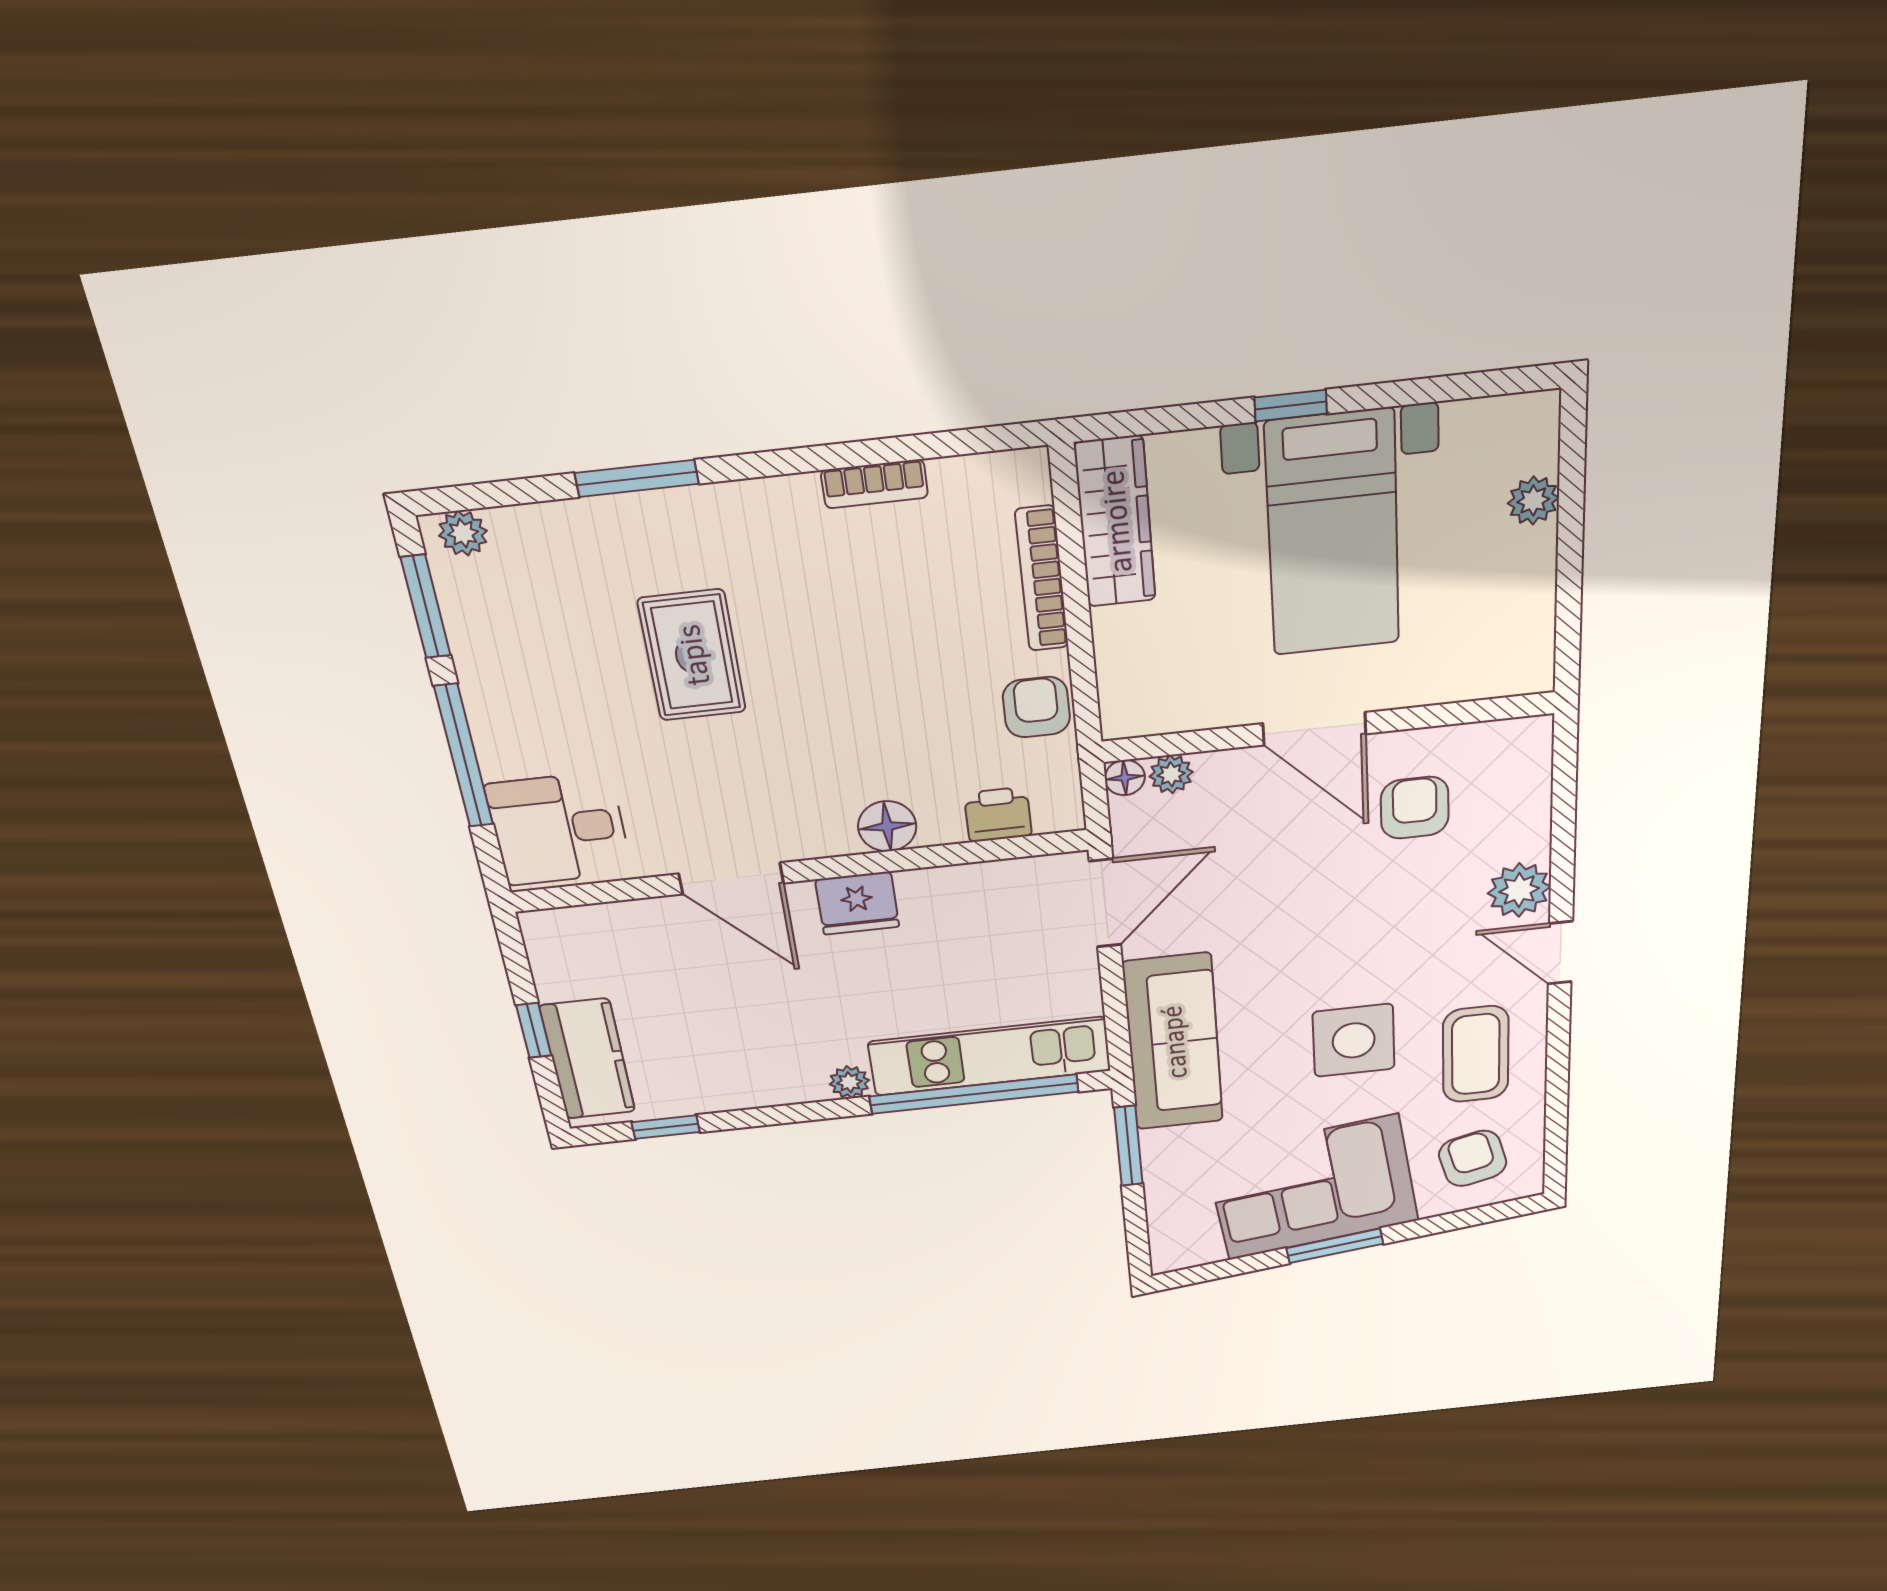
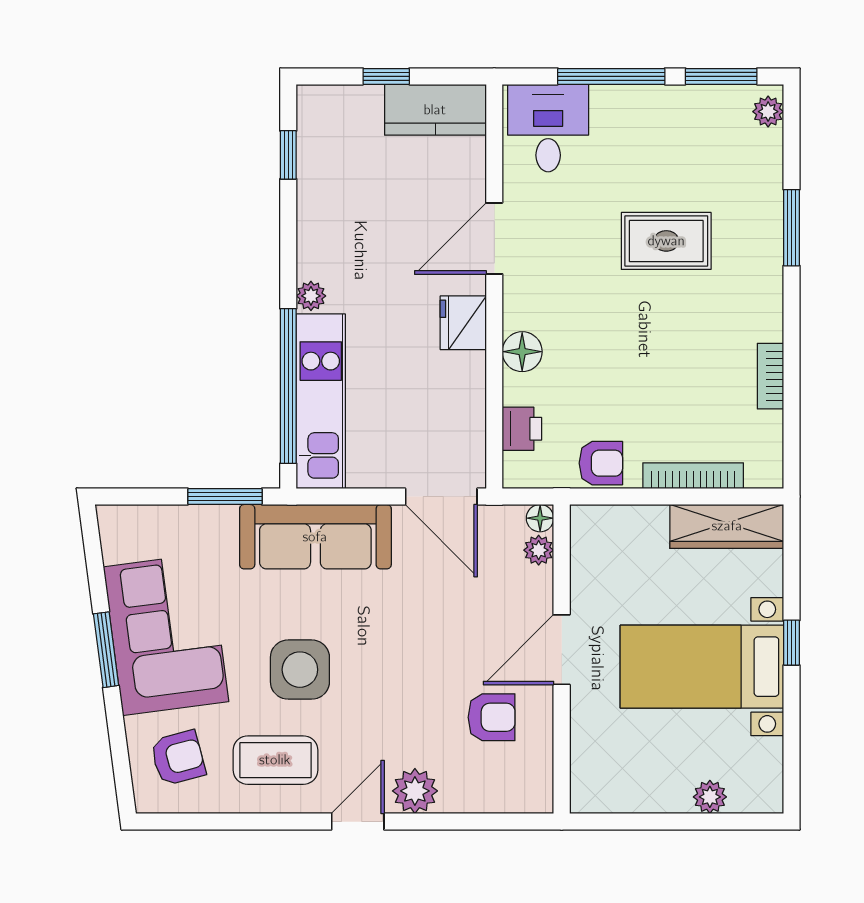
kitchen counter: (588, 1059) -> (435, 110), moved

